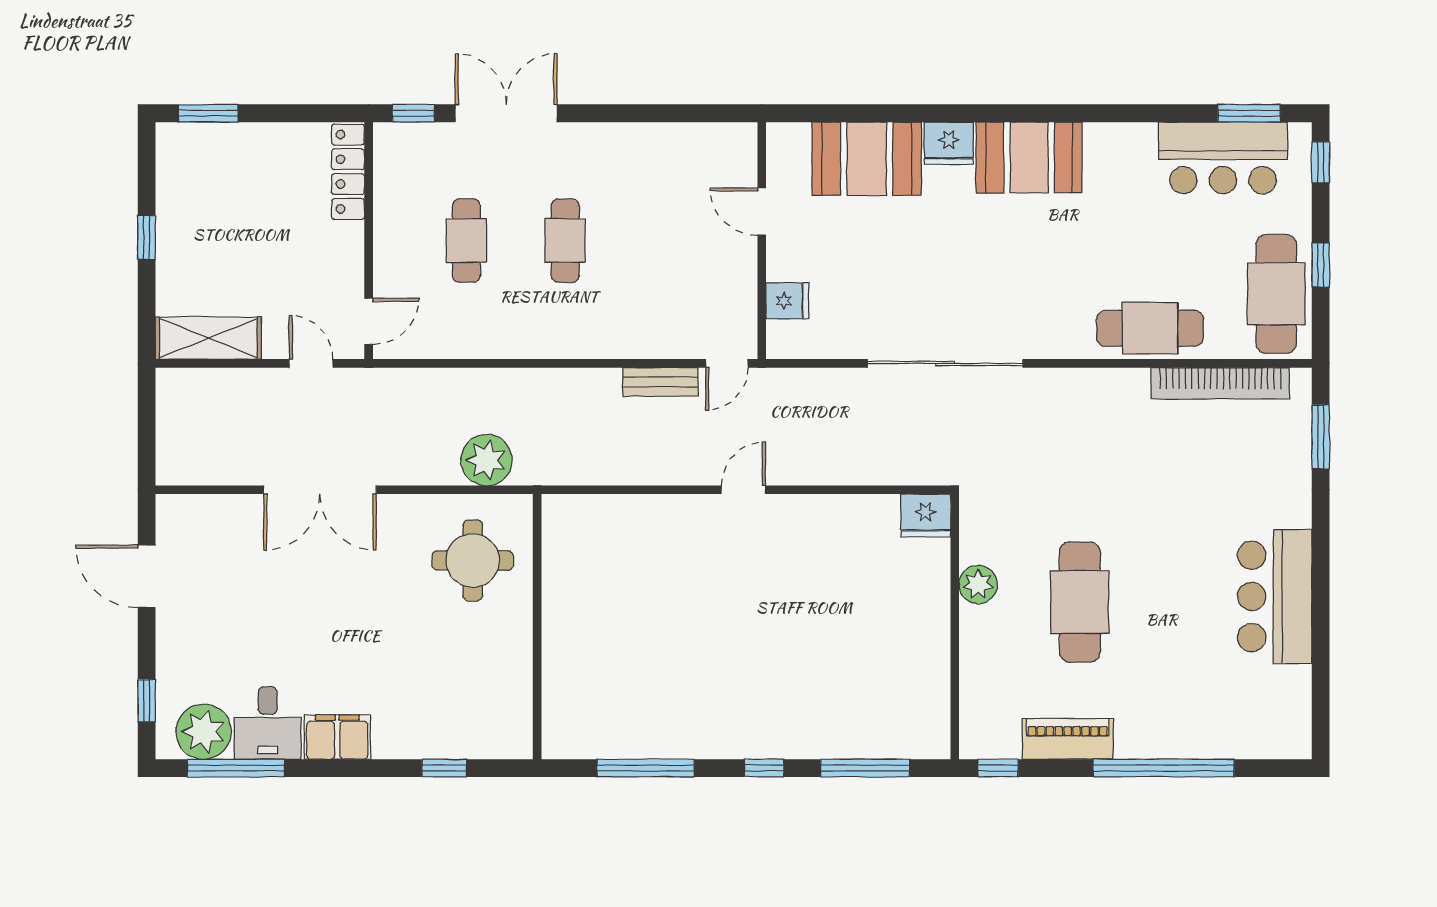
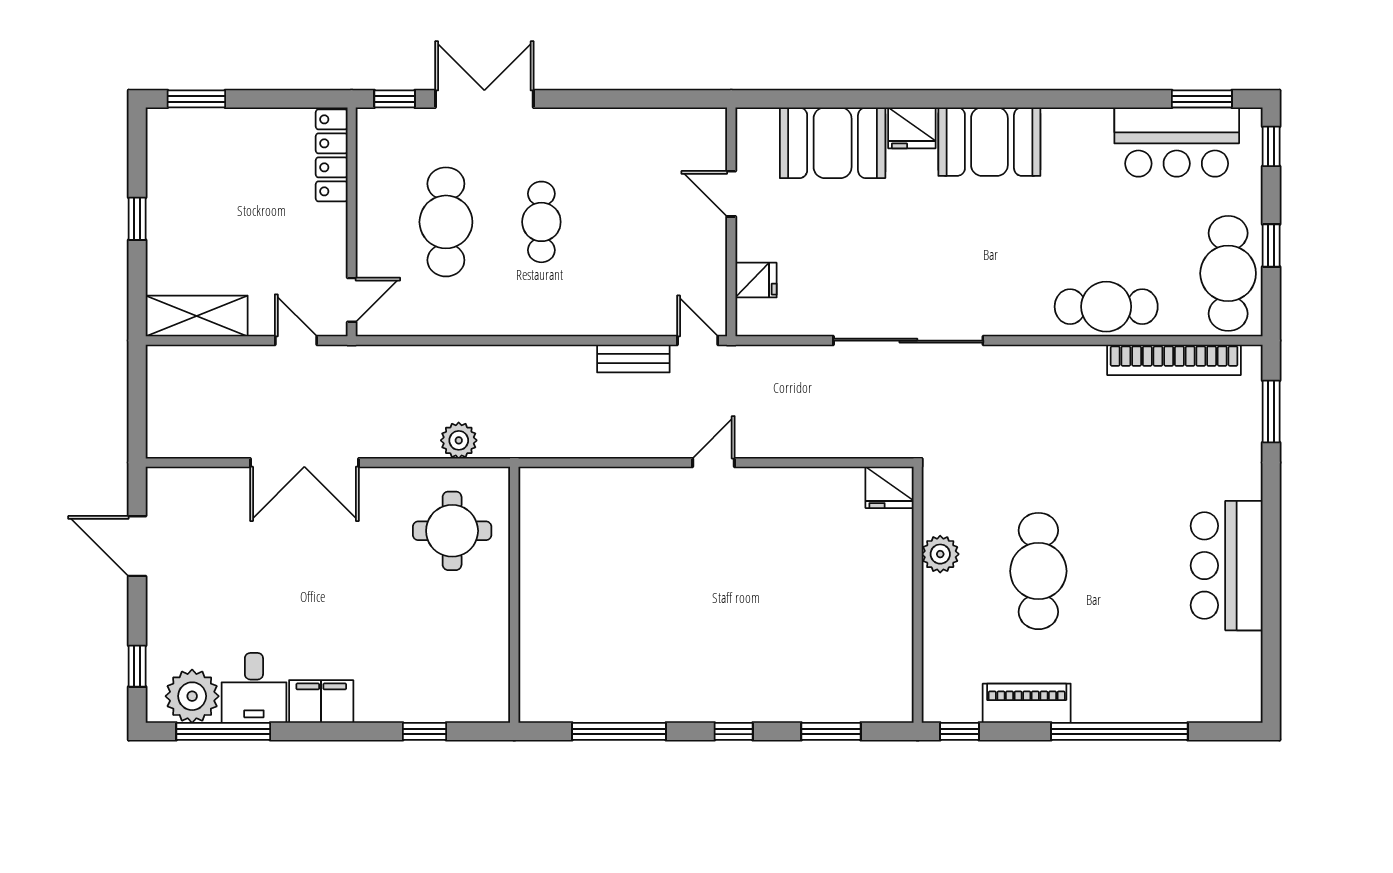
cafe table: (466, 241) -> (446, 222), width x1.37, depth x1.35
door: (727, 363) -> (698, 341), swing flipped
plant: (486, 460) -> (459, 440), width x0.73, depth x0.73
window: (865, 768) -> (831, 731), width x0.69

